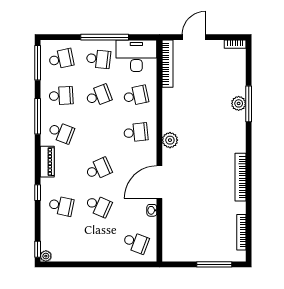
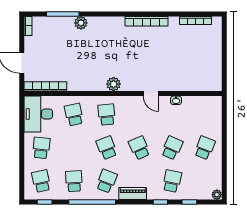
window: (105, 37) -> (22, 142), removed
window: (38, 63) -> (45, 202), width x0.46
school desk: (98, 96) -> (107, 148), moved
window: (249, 104) -> (63, 14), moved
window: (38, 116) -> (92, 202), width x1.46
door: (159, 182) -> (151, 94), width x0.53
school desk: (136, 242) -> (205, 148), moved
window: (38, 249) -> (189, 202), moved
window: (214, 264) -> (224, 45), removed

